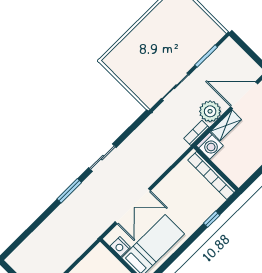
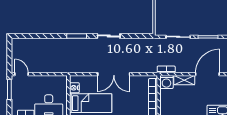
door: (244, 95) -> (207, 74), hinge flipped
plant: (210, 111) -> (183, 66), removed
double door: (133, 206) -> (114, 74), moved

